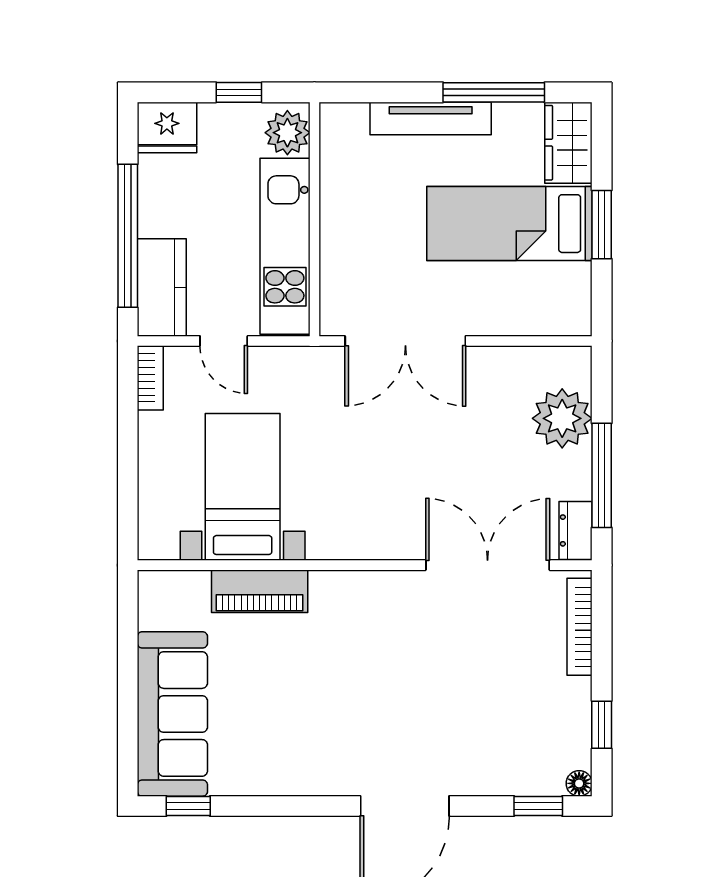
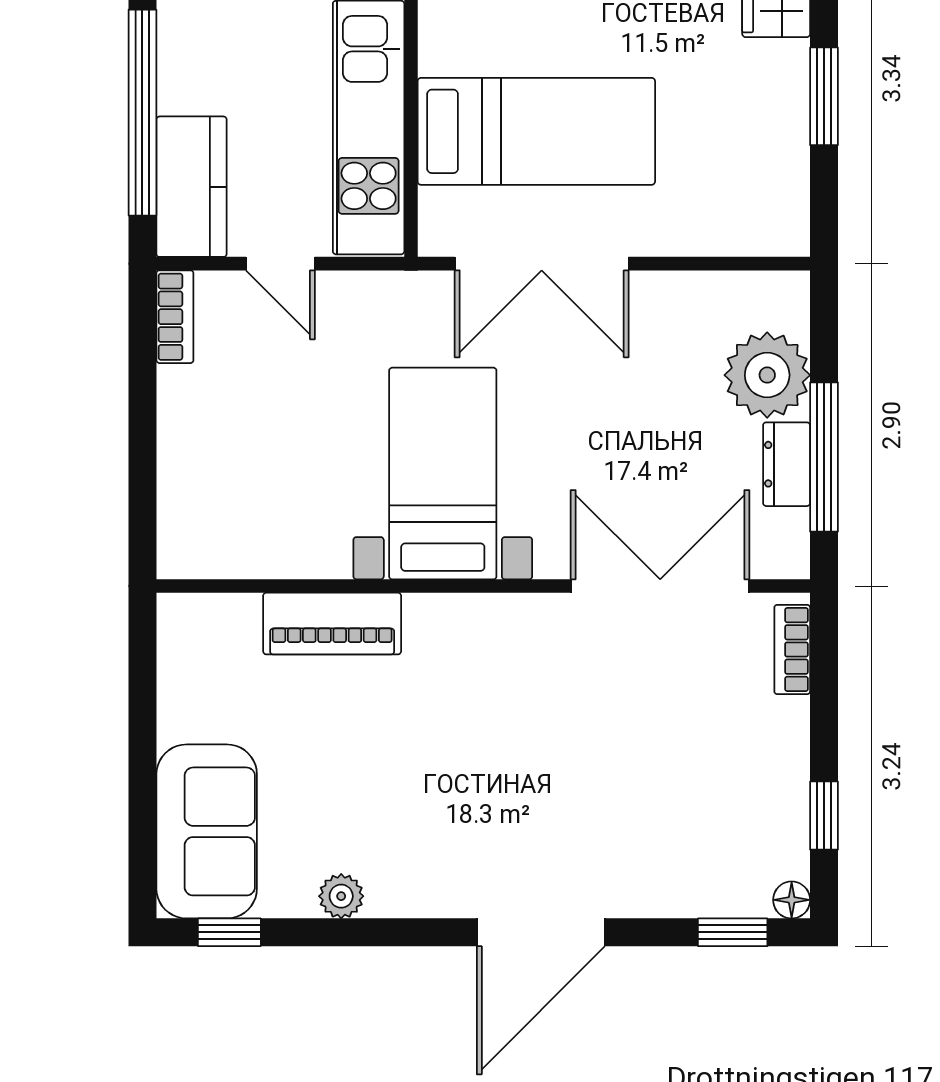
bed: (509, 224) -> (536, 131), moved, turned 180
bed with nightstands: (243, 487) -> (443, 474), moved
dresser: (576, 530) -> (787, 464), moved
bookcase: (580, 627) -> (792, 650), width x0.64
sofa: (172, 714) -> (207, 831), width x0.73
plant: (266, 781) -> (341, 896), added

